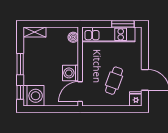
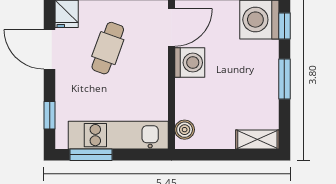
window: (145, 45) -> (50, 115), added

